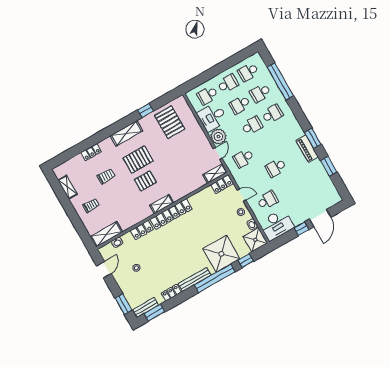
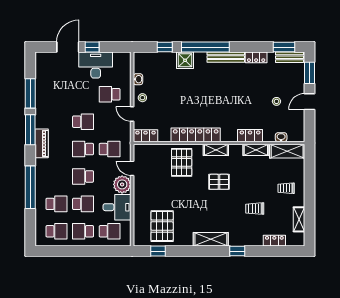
window: (280, 81) -> (30, 187), moved
window: (146, 110) -> (158, 251), moved
school desk: (272, 114) -> (83, 149), moved
window: (101, 136) -> (237, 251), added
window: (313, 138) -> (30, 130), width x1.44
piano: (307, 149) -> (42, 143), moved
locker: (91, 152) -> (274, 241), moved
door: (218, 153) -> (132, 168), hinge flipped
pallet: (138, 159) -> (182, 162), moved, turned 90
window: (329, 166) -> (30, 93), width x1.44
shelving: (215, 174) -> (256, 150), moved
locker: (171, 214) -> (196, 135), moved
desk: (277, 225) -> (96, 65), moved
shower: (255, 240) -> (144, 62), removed
shower: (221, 254) -> (185, 60), width x0.54, depth x0.54
door: (104, 270) -> (309, 102), moved

